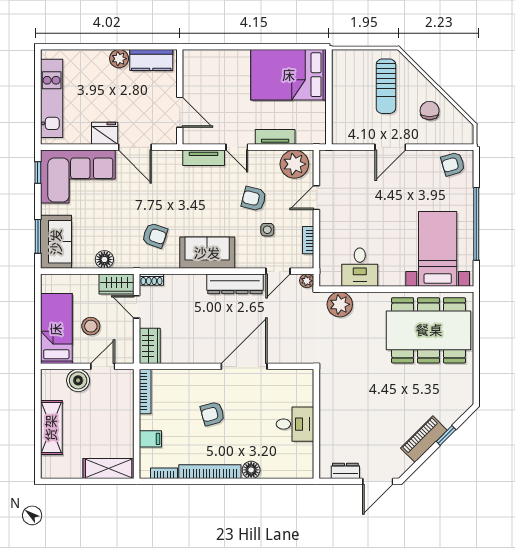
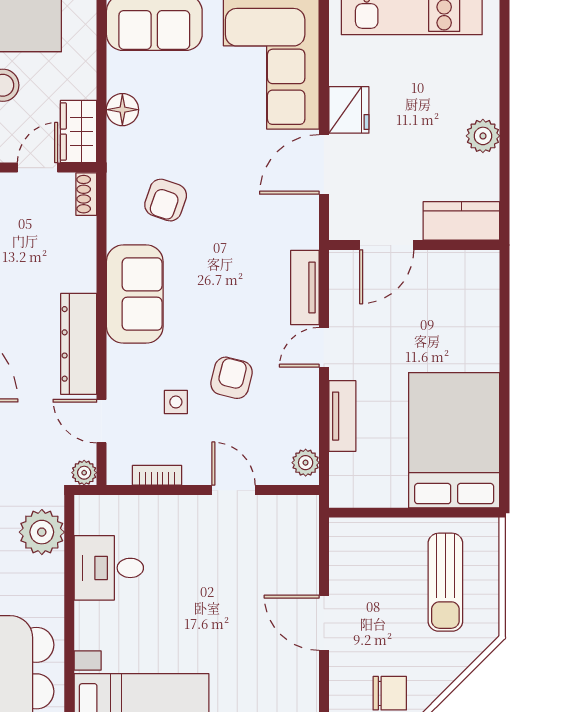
kitchen counter: (151, 60) -> (461, 221), moved, turned 90
sun lounger: (386, 86) -> (445, 582), moved, turned -90
plant: (294, 164) -> (306, 463), width x0.53, depth x0.53

